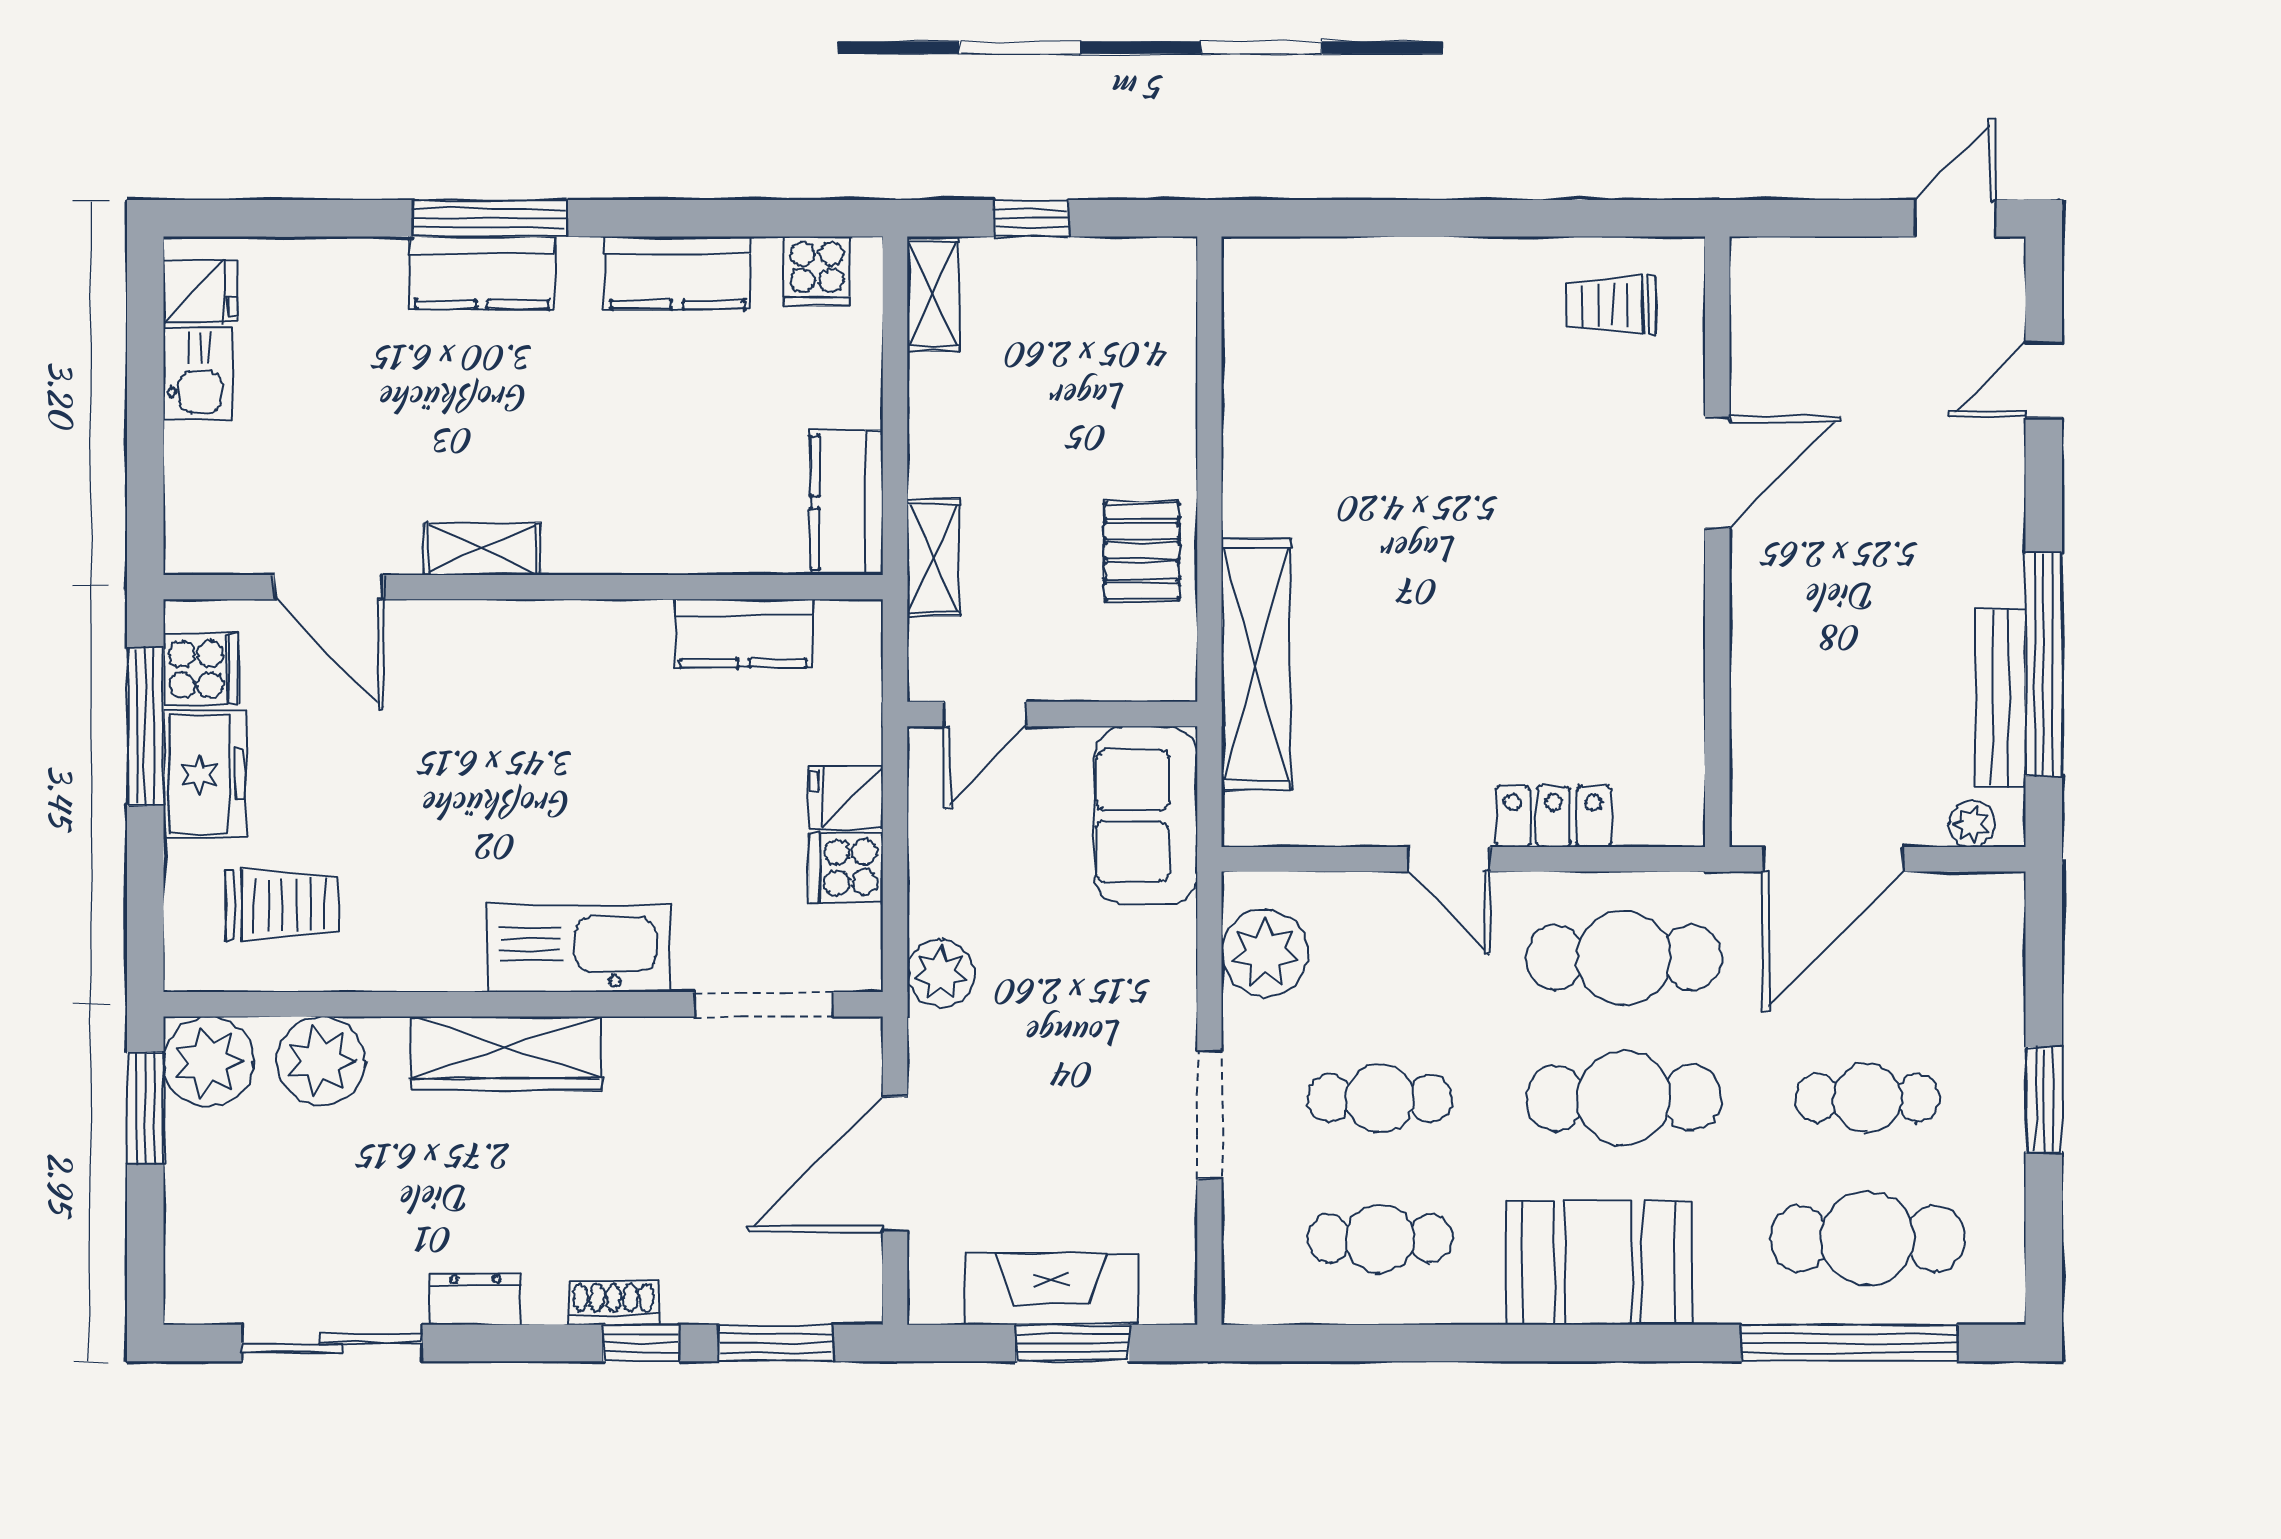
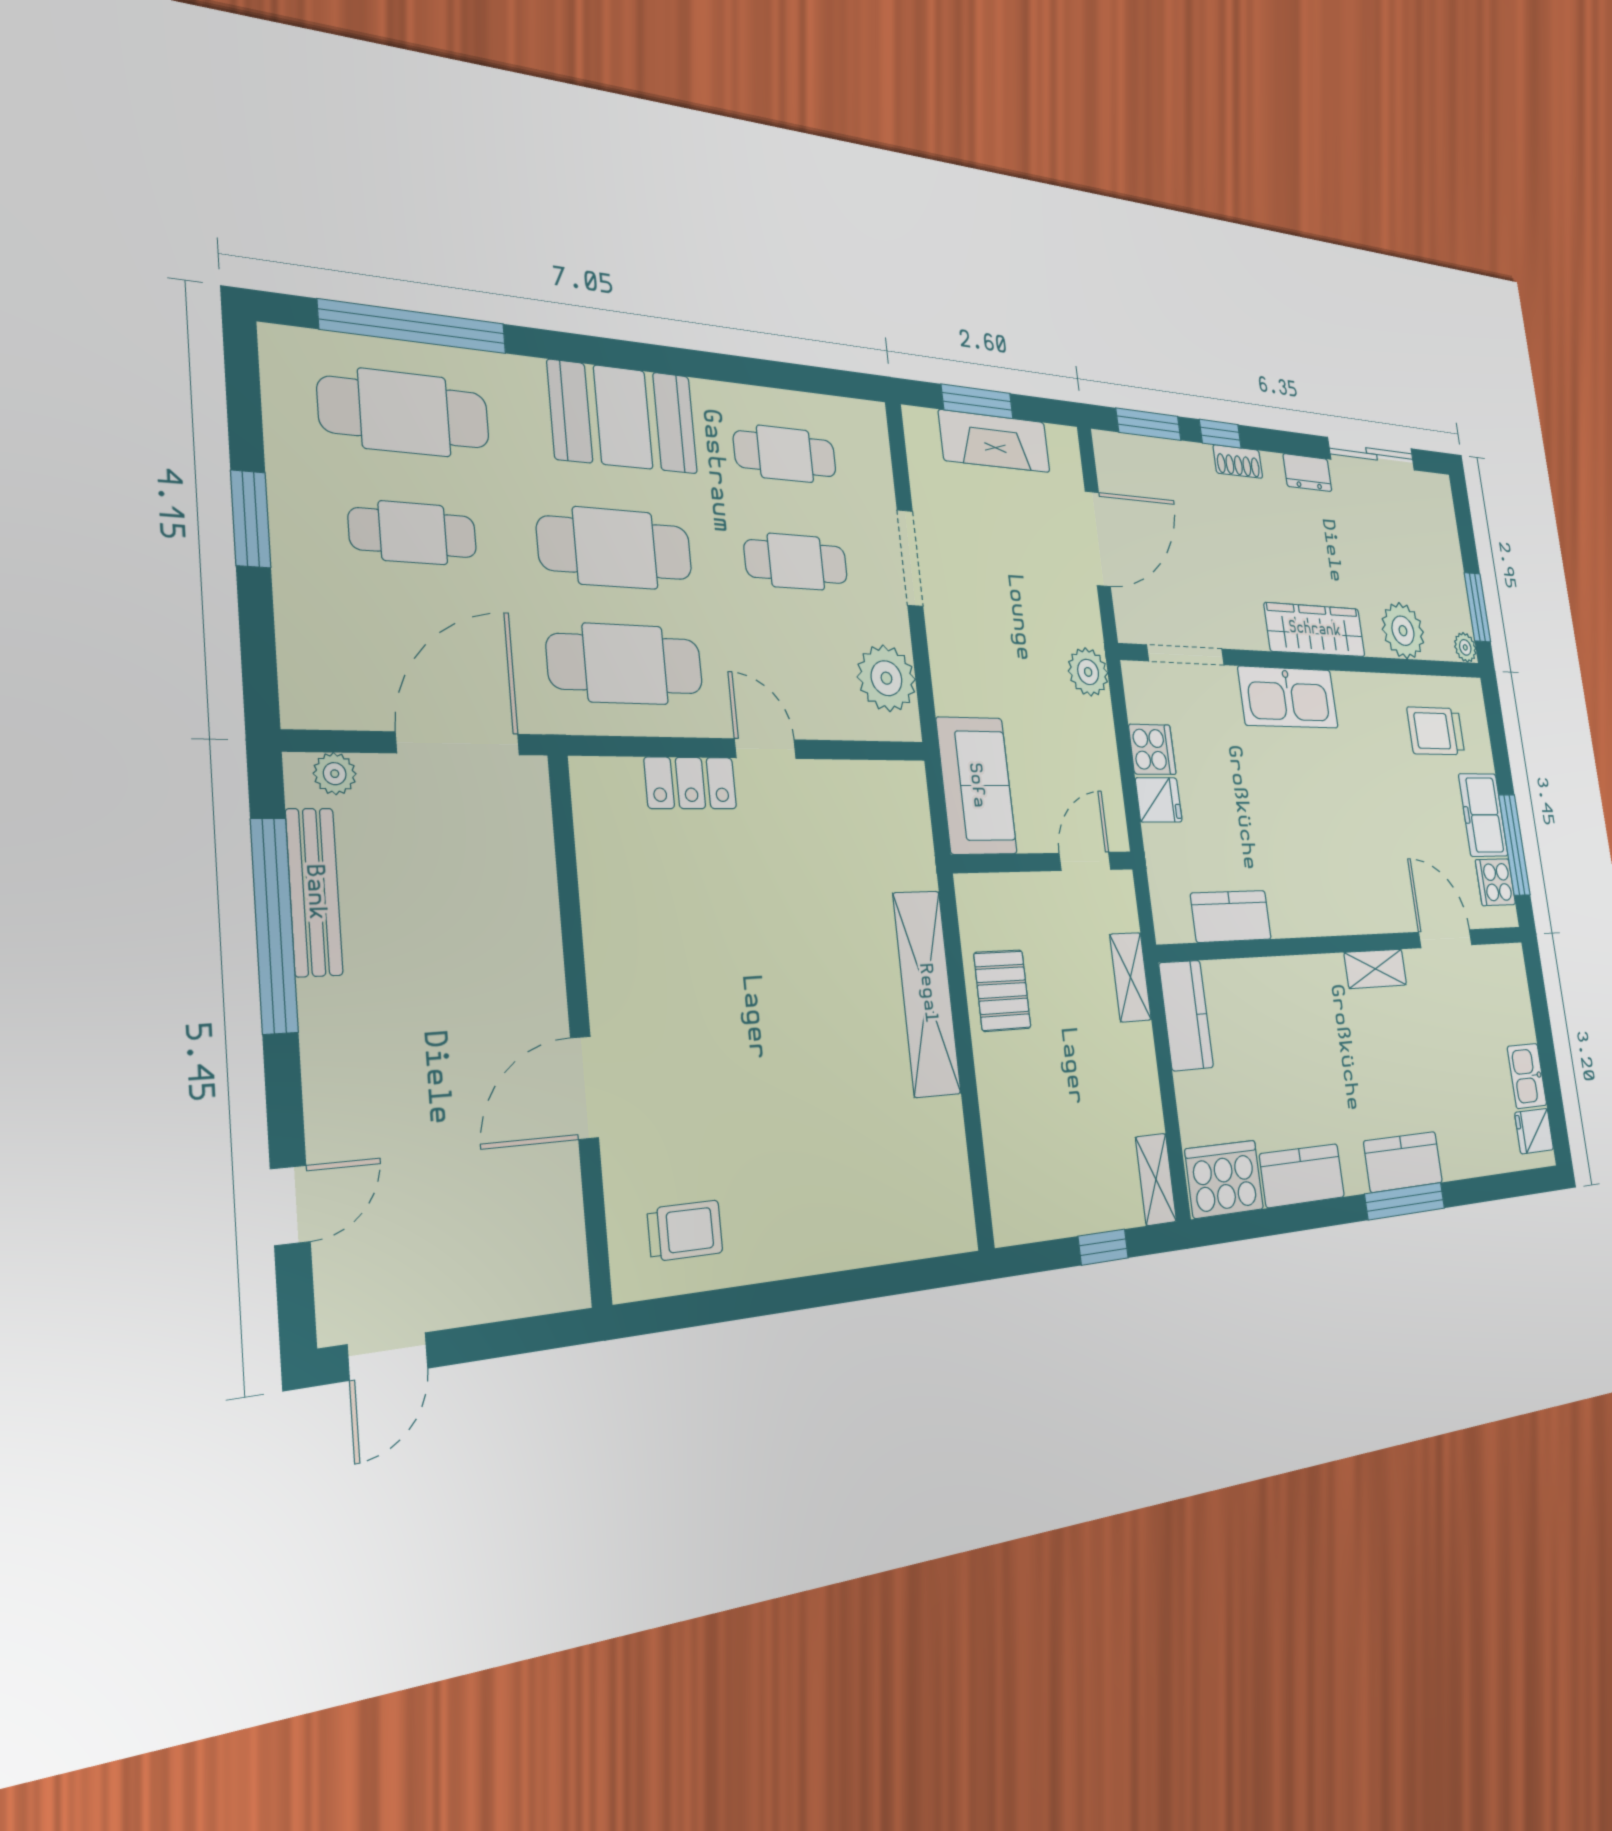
cooker: (817, 271) -> (1224, 1179), width x1.87, depth x1.31
shelving: (1256, 664) -> (927, 993), moved
plant: (208, 1062) -> (1465, 647), width x0.53, depth x0.53

